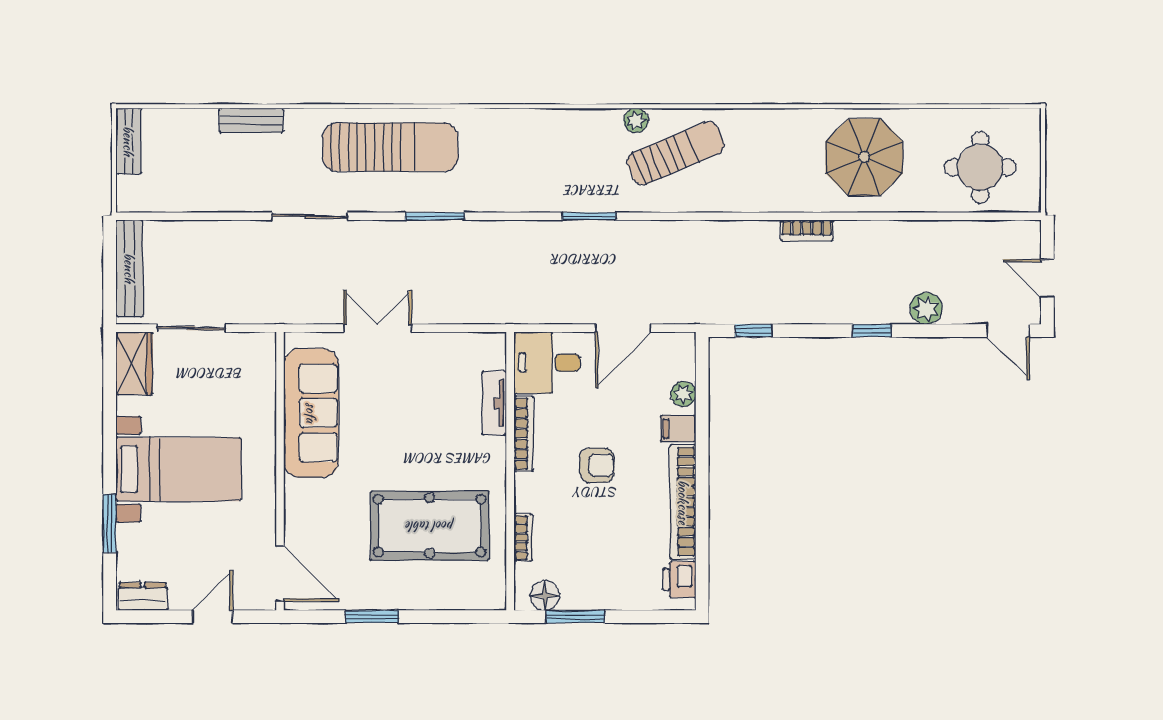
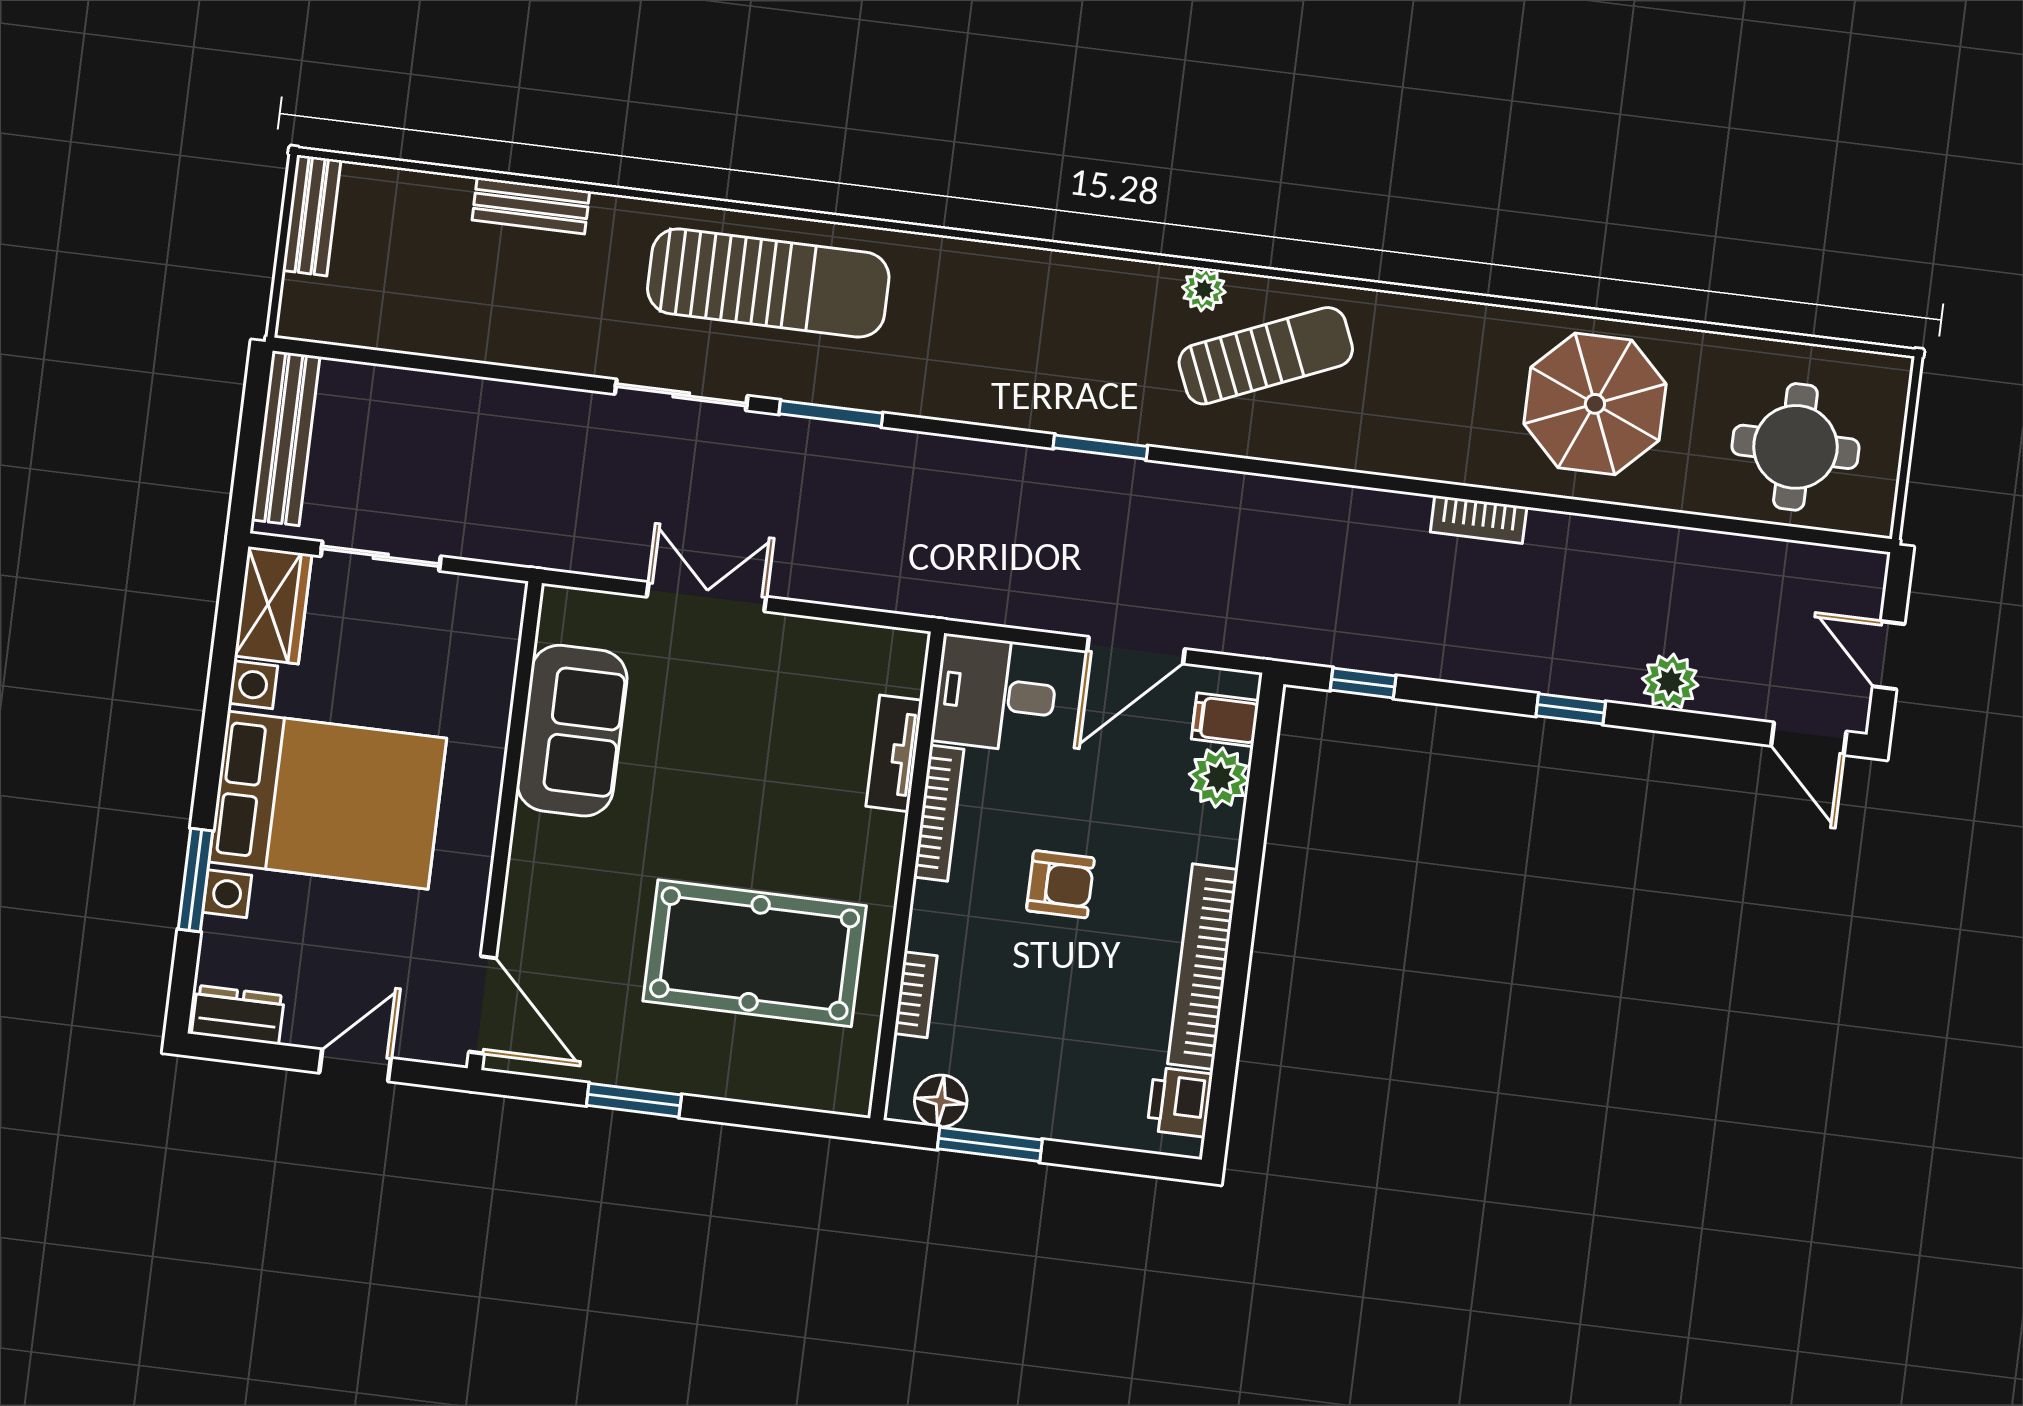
sliding door: (310, 216) -> (681, 395), moved
plant: (684, 394) -> (1219, 778), width x1.38, depth x1.38
sofa: (311, 413) -> (572, 731), width x0.73
filing cabinet: (678, 429) -> (1225, 720), moved
bed with nightstands: (178, 469) -> (328, 800), width x1.36

